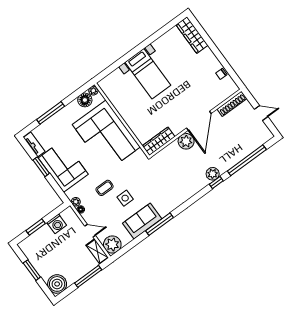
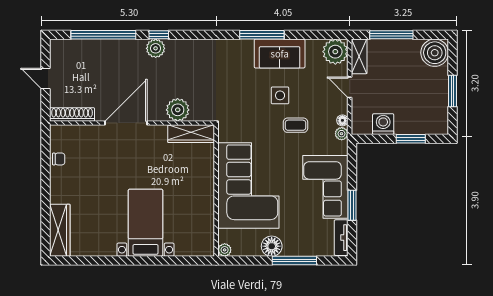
floor lamp: (85, 100) -> (272, 246), moved
plant: (186, 141) -> (178, 110), moved

